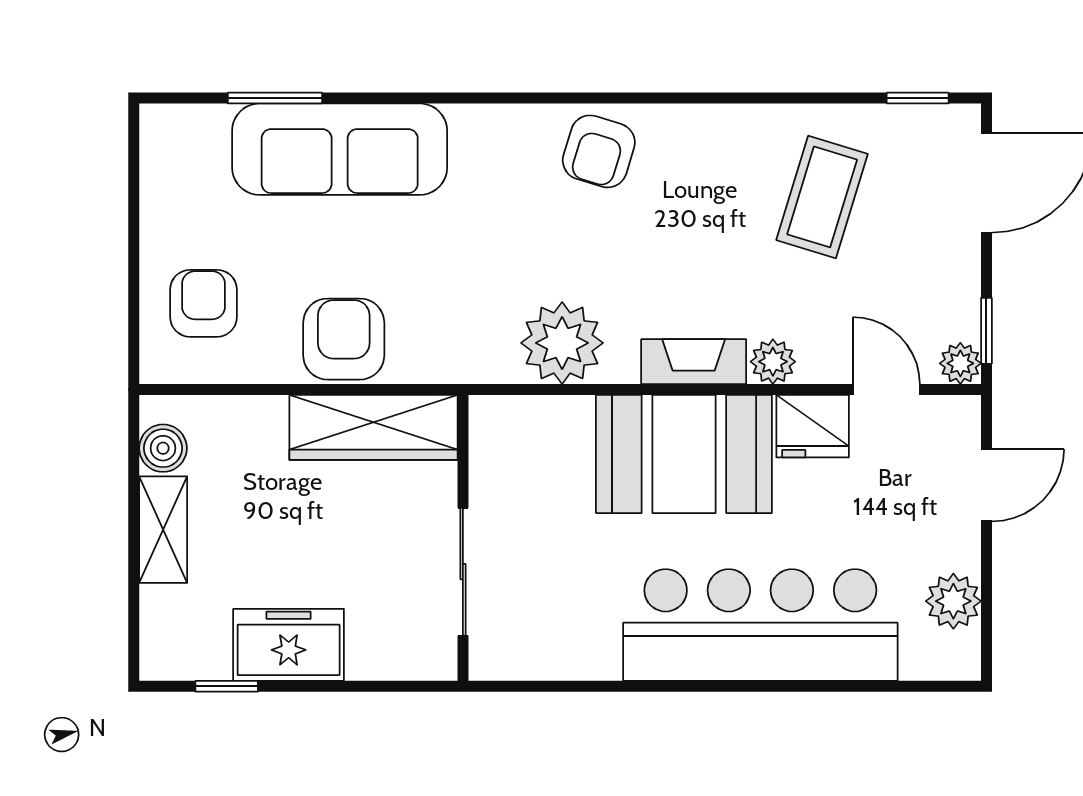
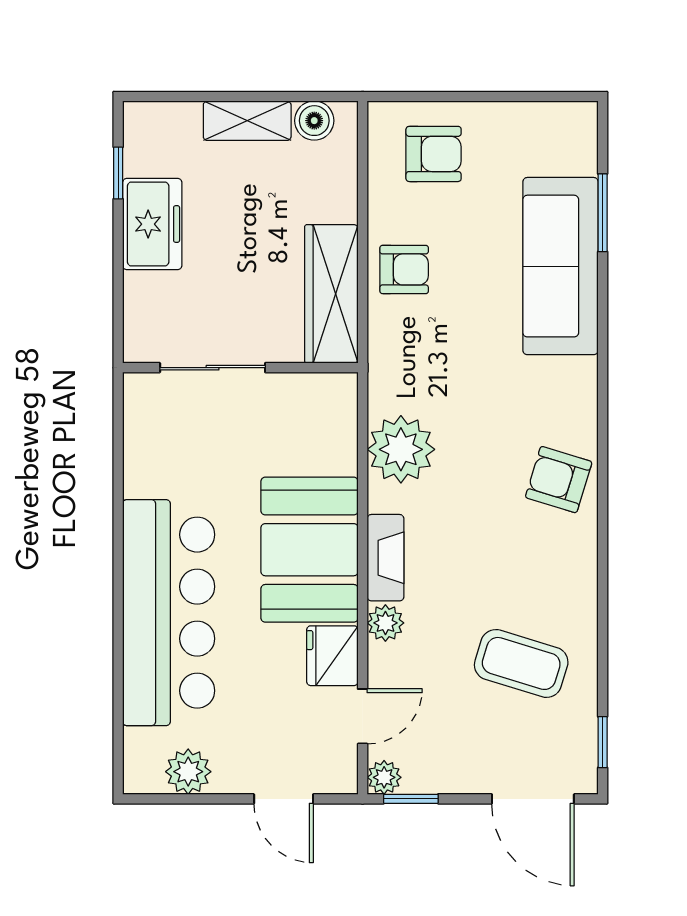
armchair: (344, 339) -> (404, 269), width x0.72, depth x0.72

